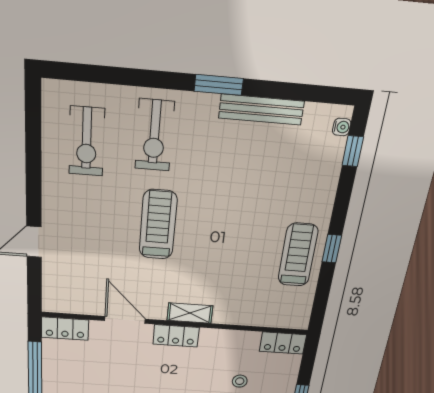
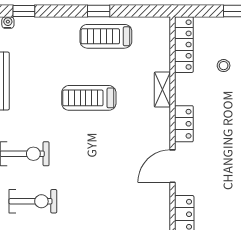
treadmill: (158, 225) -> (89, 98), moved
shelving: (190, 313) -> (162, 90), moved
locker: (283, 343) -> (184, 45), width x1.53

